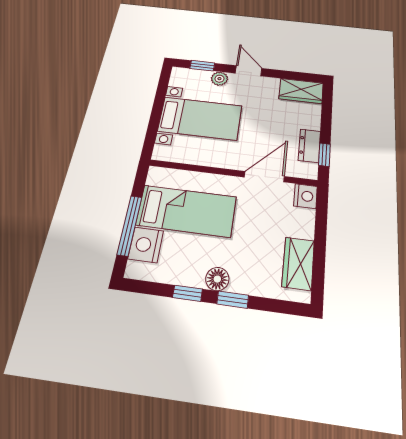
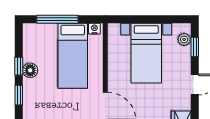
plant: (219, 79) -> (184, 39), moved
nightstand: (146, 245) -> (94, 29), moved, width x0.53, depth x0.56
floor lamp: (217, 279) -> (30, 70), moved

